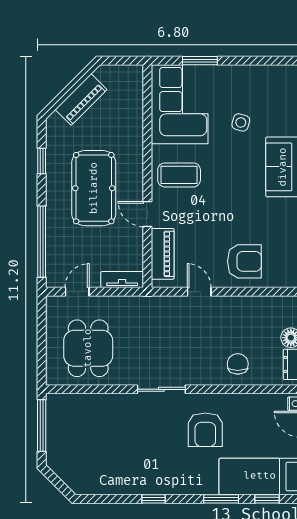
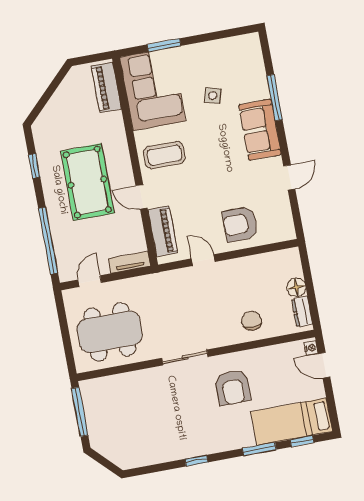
piano: (81, 100) -> (106, 87), moved, turned 135
armchair: (244, 261) -> (240, 224), turned 180
dining table: (88, 348) -> (110, 332), width x1.37

